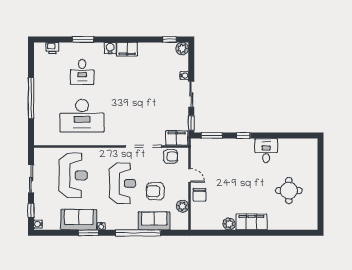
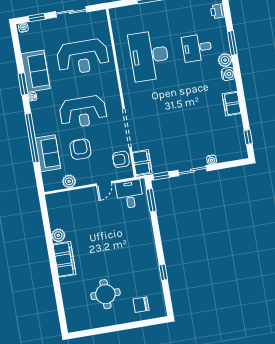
filing cabinet: (127, 49) -> (232, 104), moved
plant: (182, 49) -> (225, 60), moved
window: (243, 136) -> (163, 272), moved
desk: (266, 151) -> (129, 194), moved, turned -90
armchair: (171, 157) -> (121, 159), turned 90
chair: (199, 195) -> (141, 305), moved

